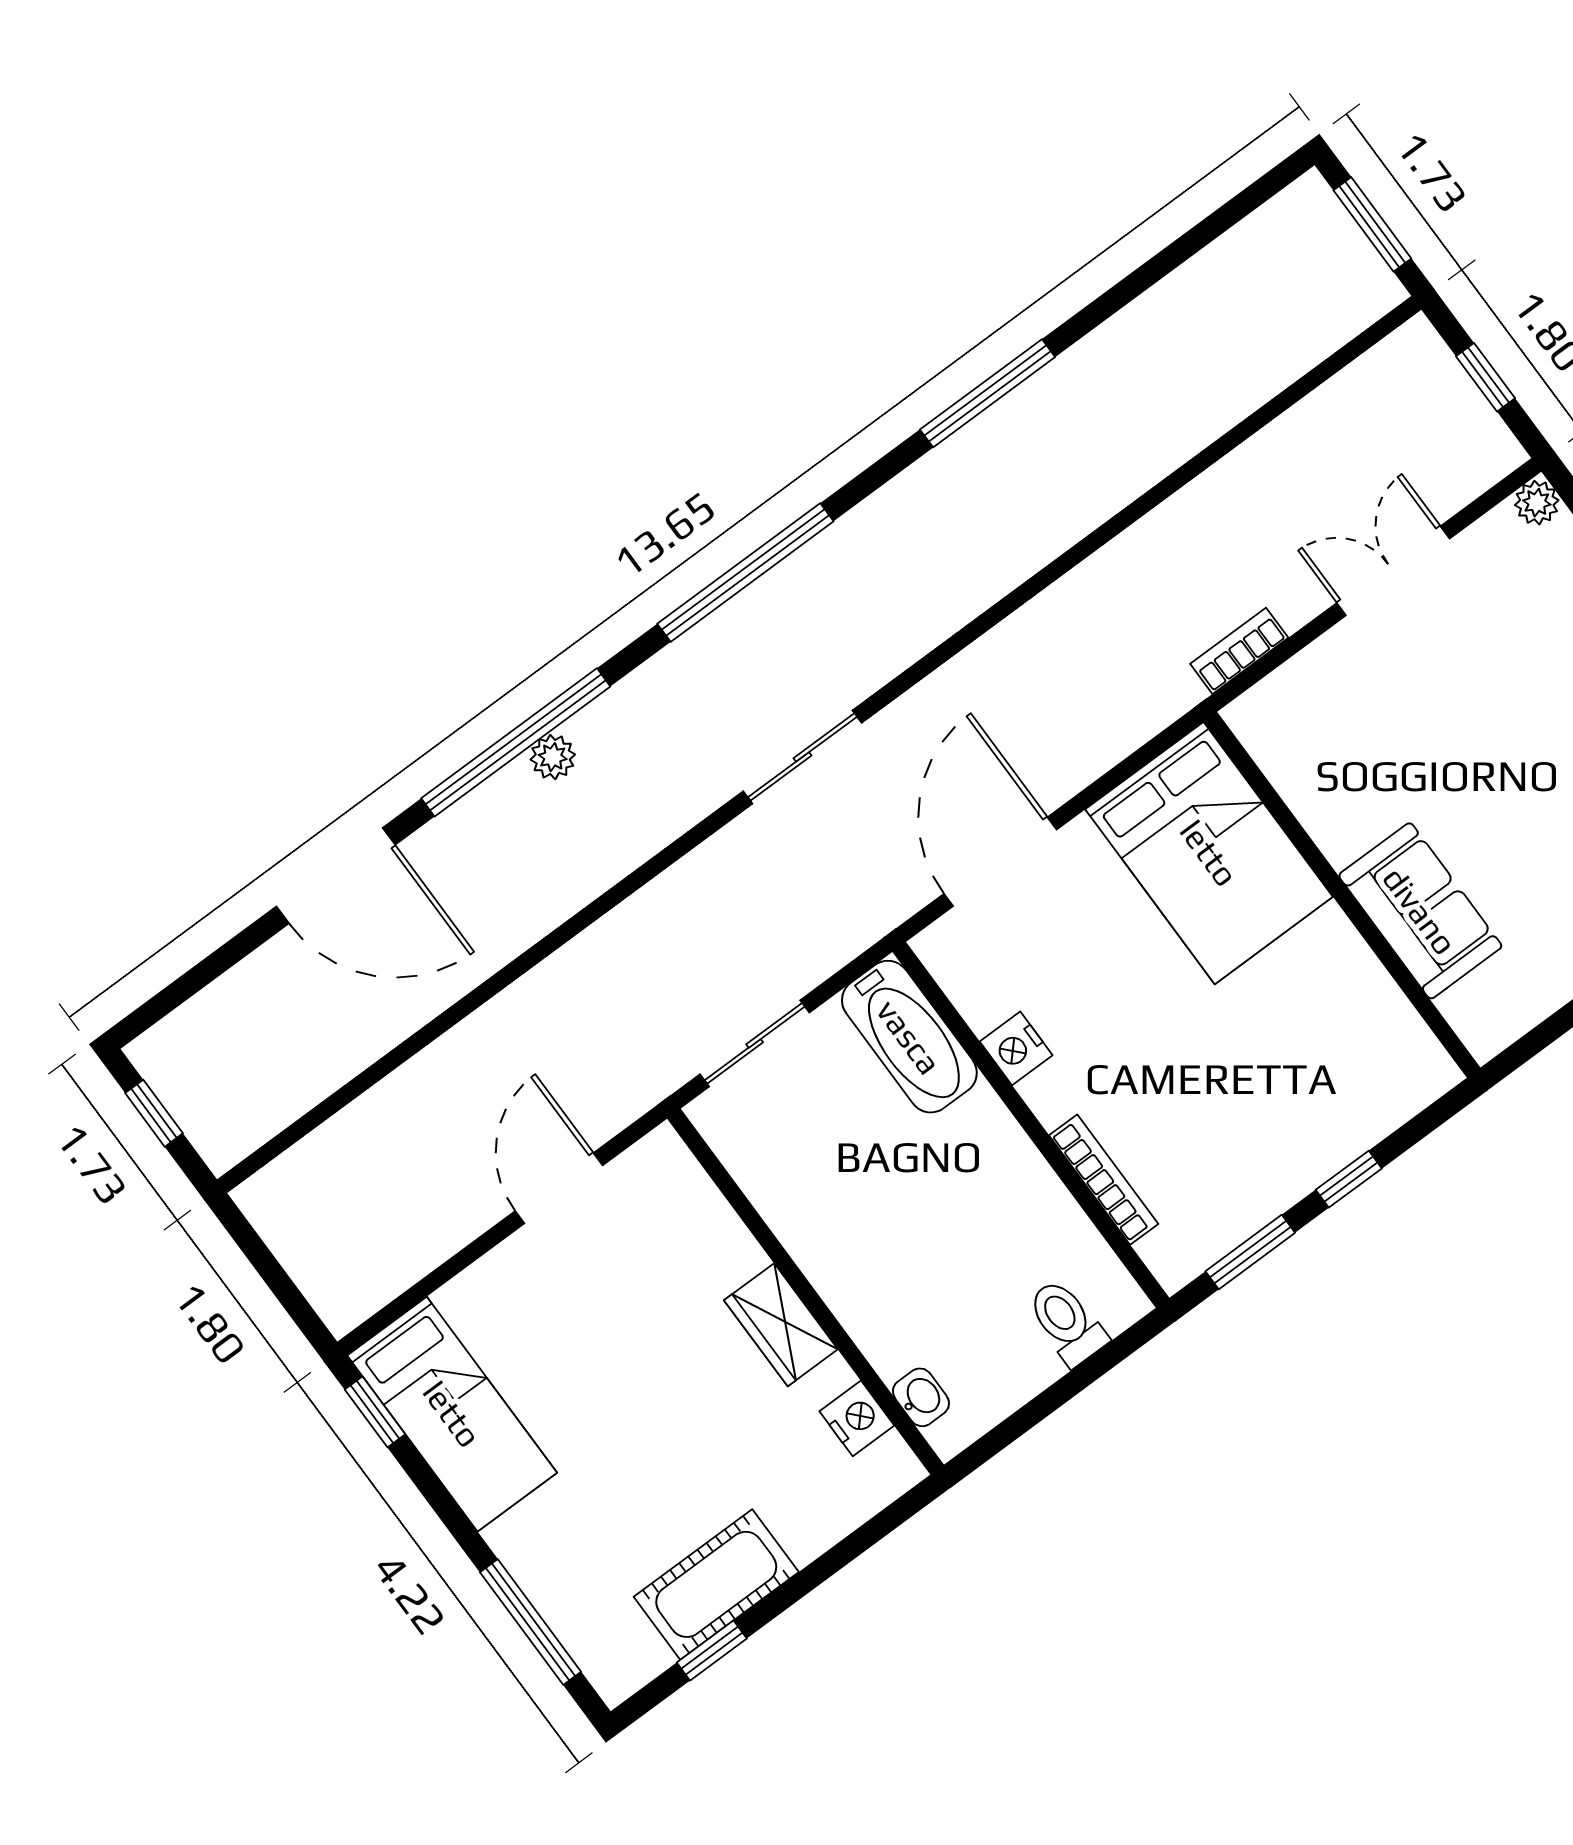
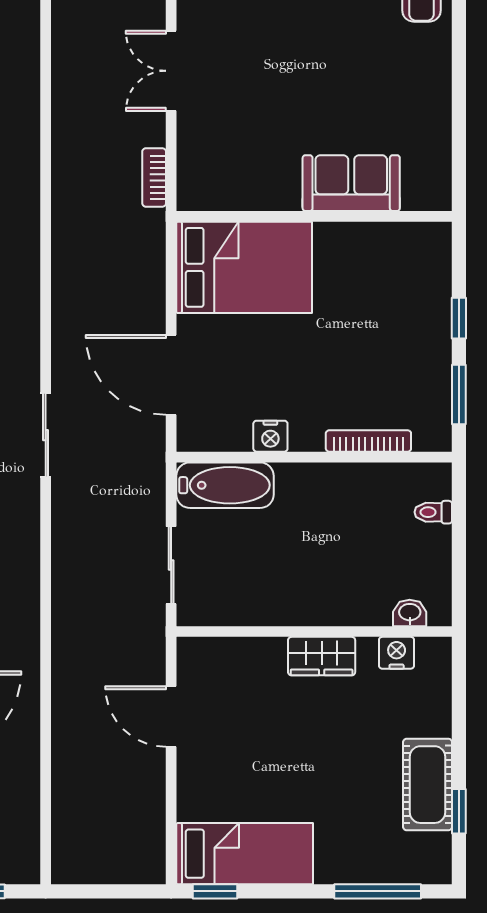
toilet: (1067, 1322) -> (433, 512), width x0.73, depth x0.72

